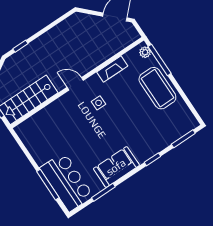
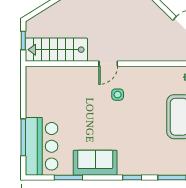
fireplace: (112, 69) -> (150, 72), removed
door: (75, 84) -> (108, 64), swing flipped

